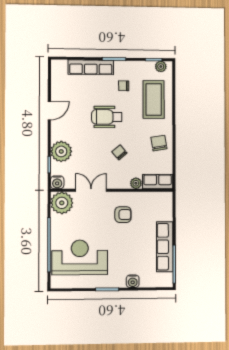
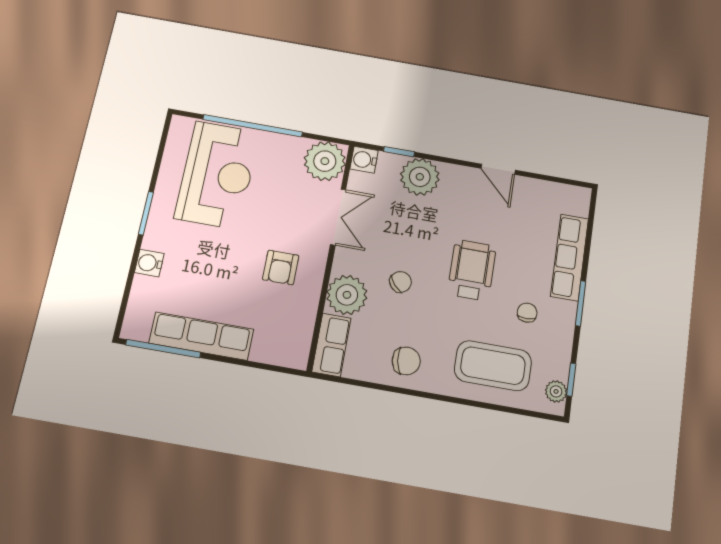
plant: (136, 183) -> (347, 295), width x1.88, depth x1.88

